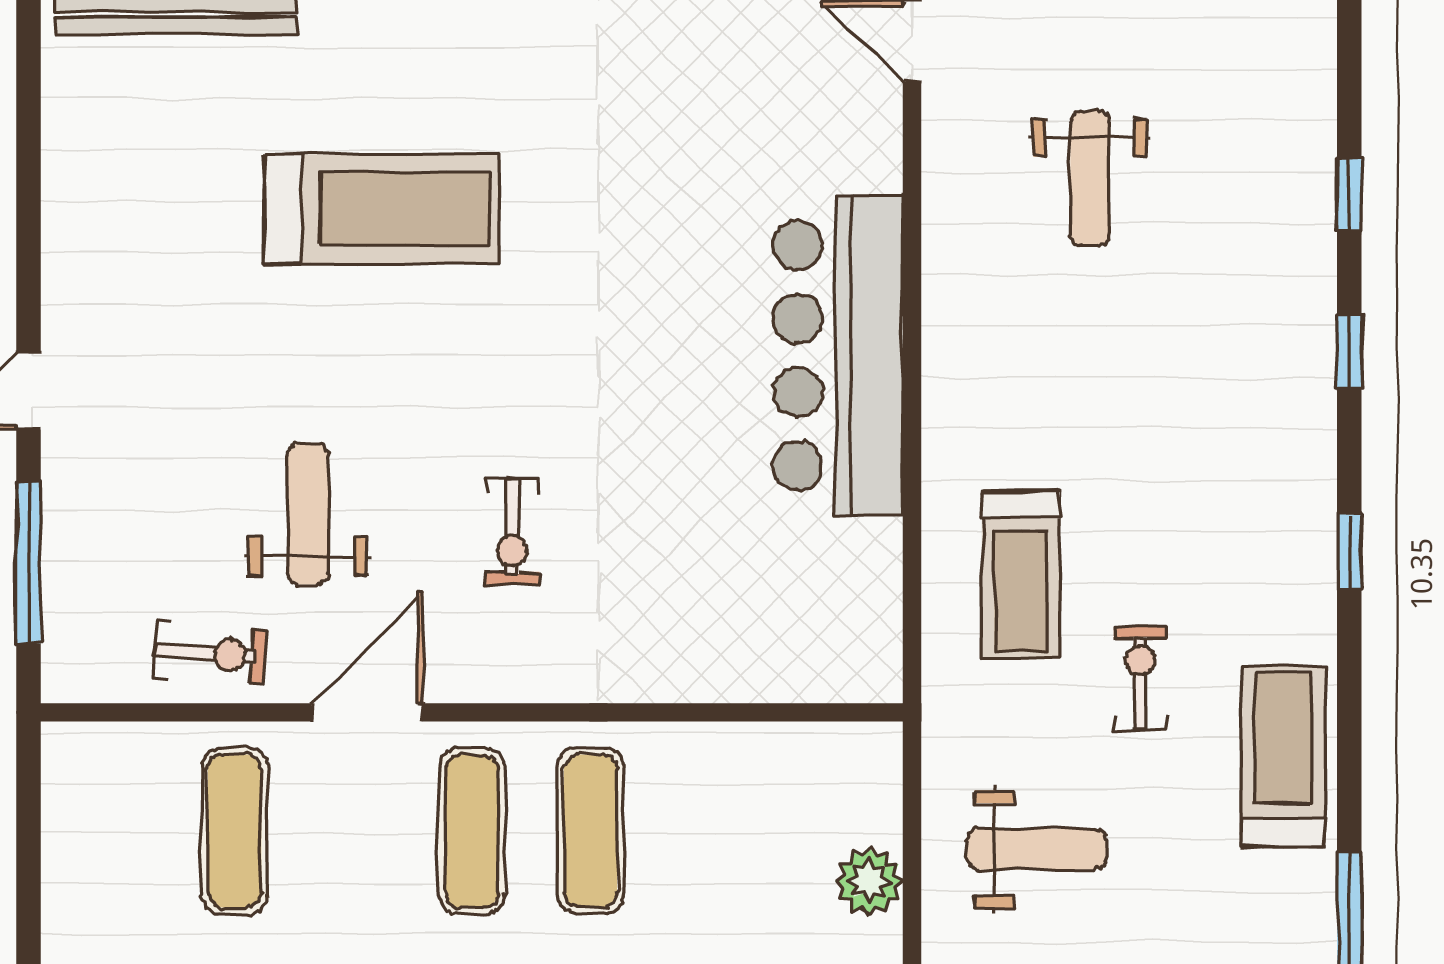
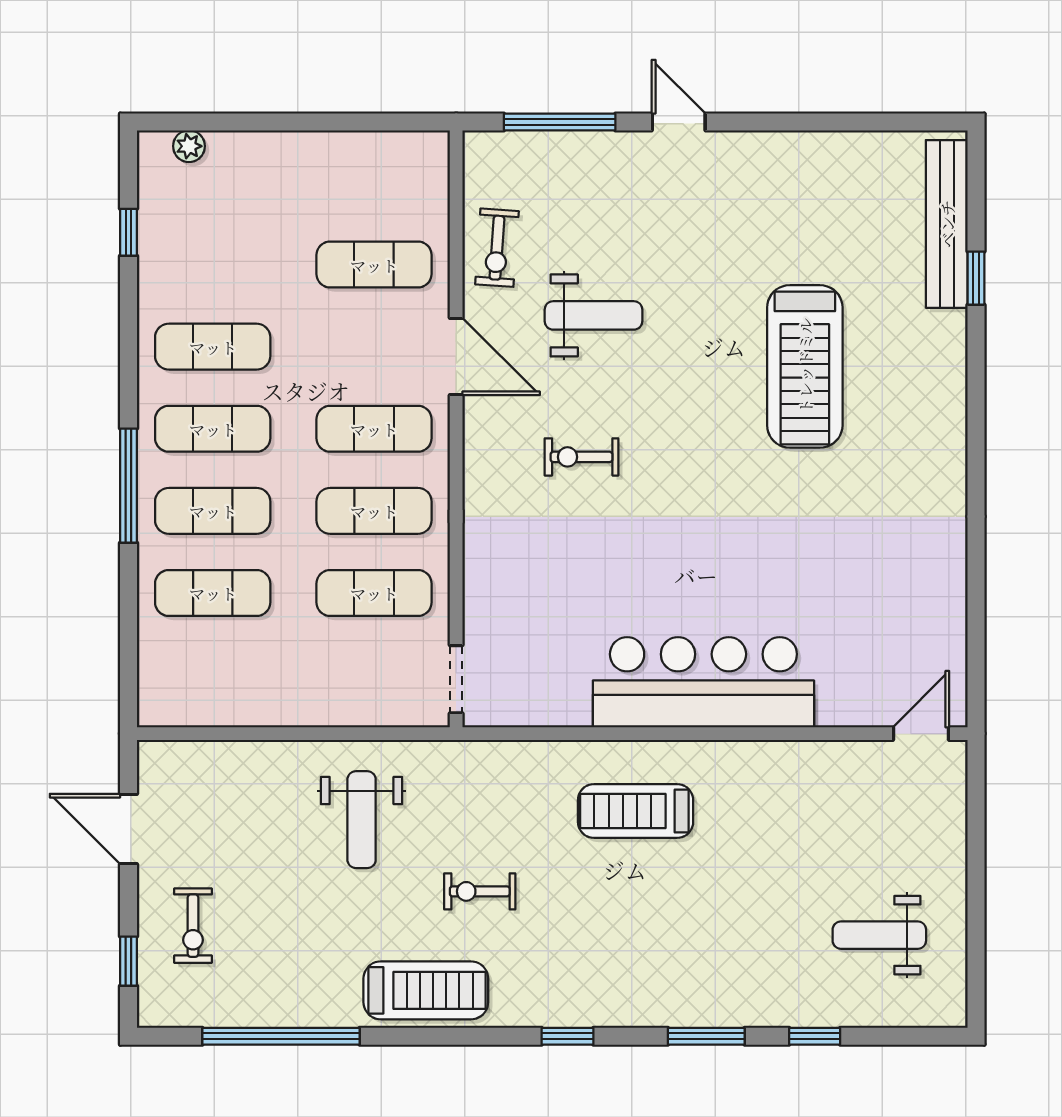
weight bench: (1090, 178) -> (879, 935), moved
window: (1349, 351) -> (706, 1036), width x1.50
treadmill: (1021, 575) -> (636, 811), moved
exercise bike: (1140, 678) -> (480, 891), turned 180
doorway: (834, 712) -> (456, 679), added
exercise mat: (709, 831) -> (374, 593), added
plant: (869, 881) -> (339, 704), removed

